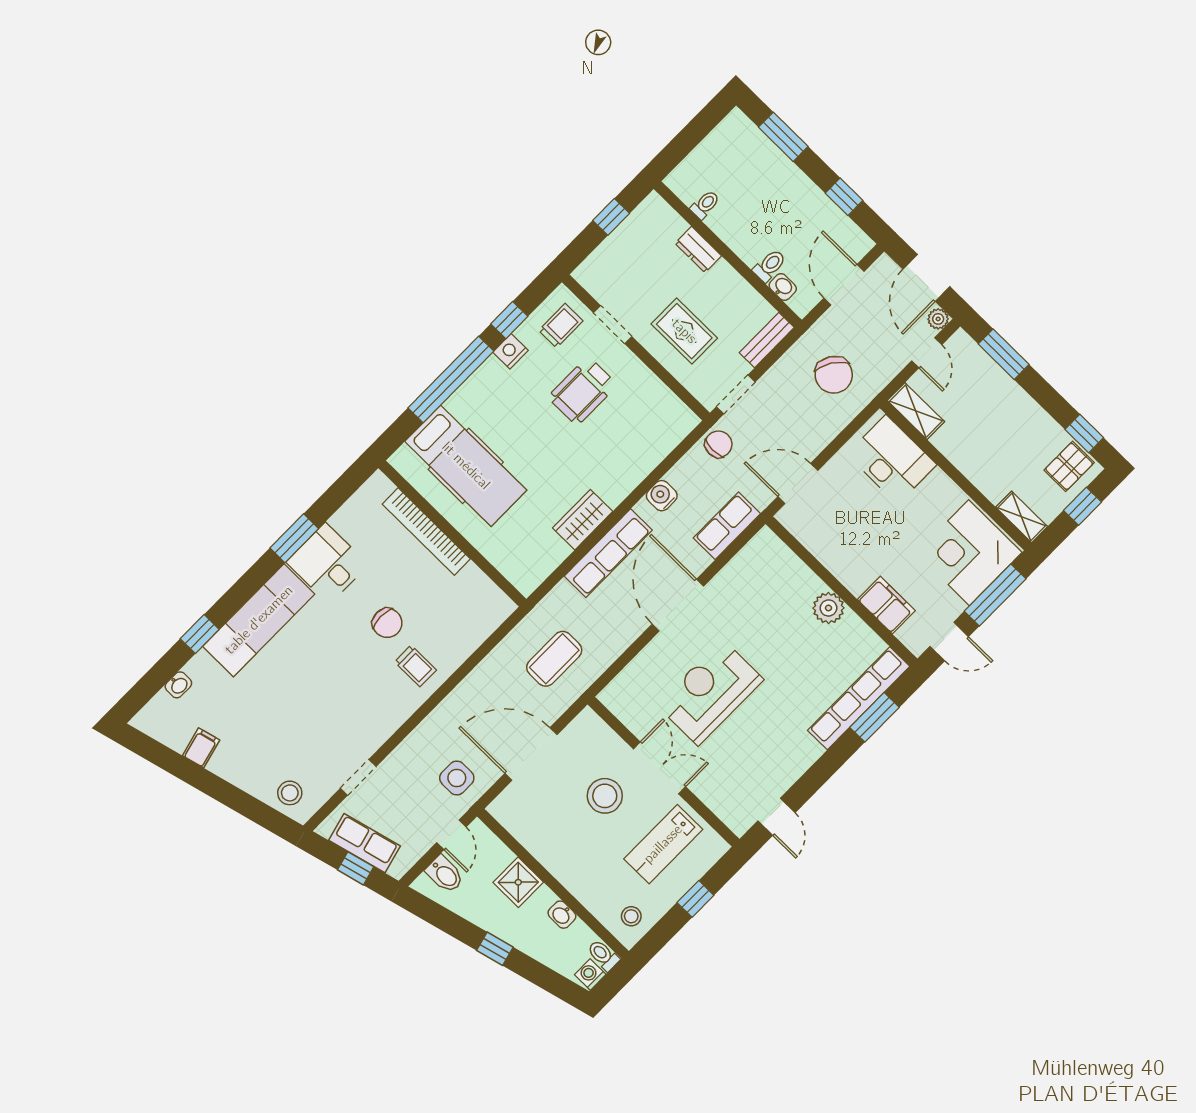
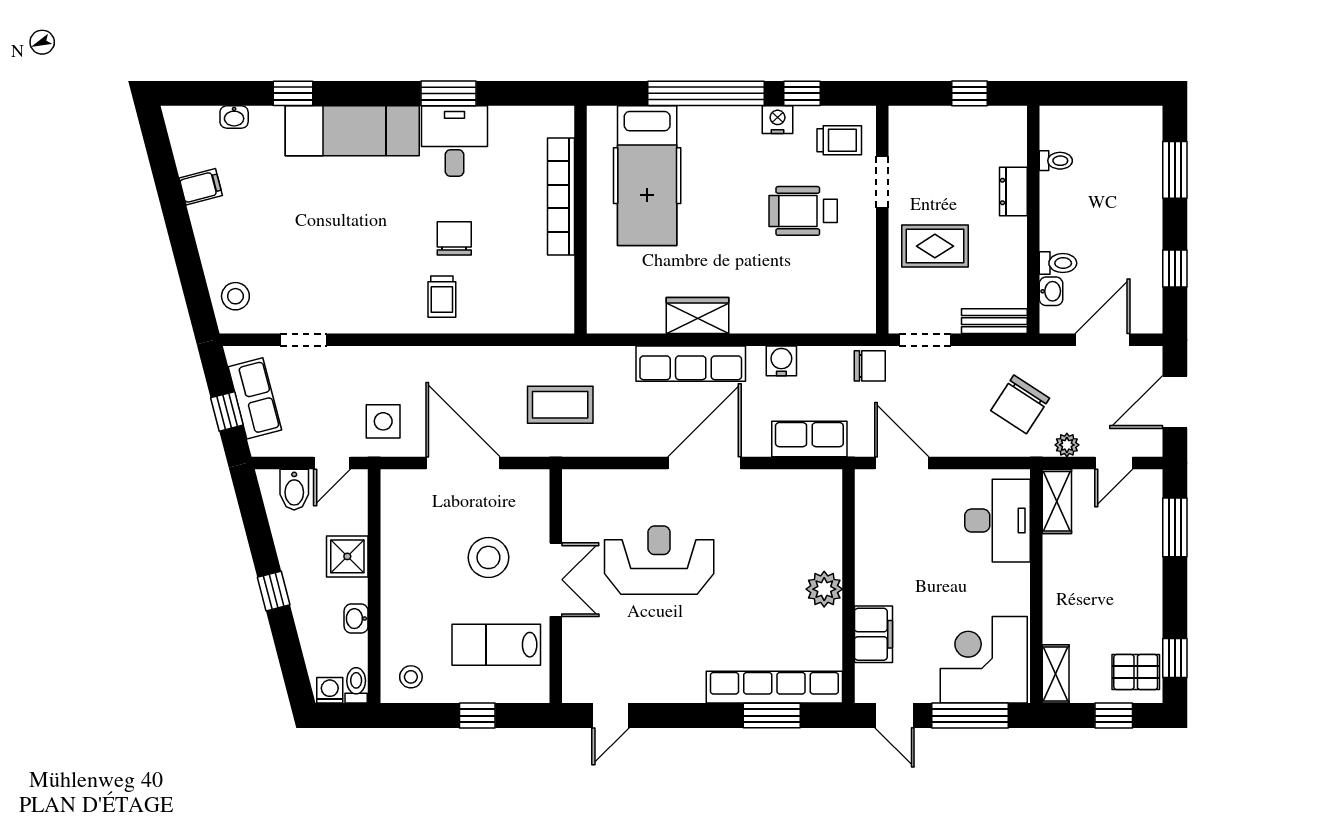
plant: (938, 319) -> (1067, 445), moved
rug: (684, 331) -> (935, 246), turned 90
chair: (387, 623) -> (454, 238), turned 180

